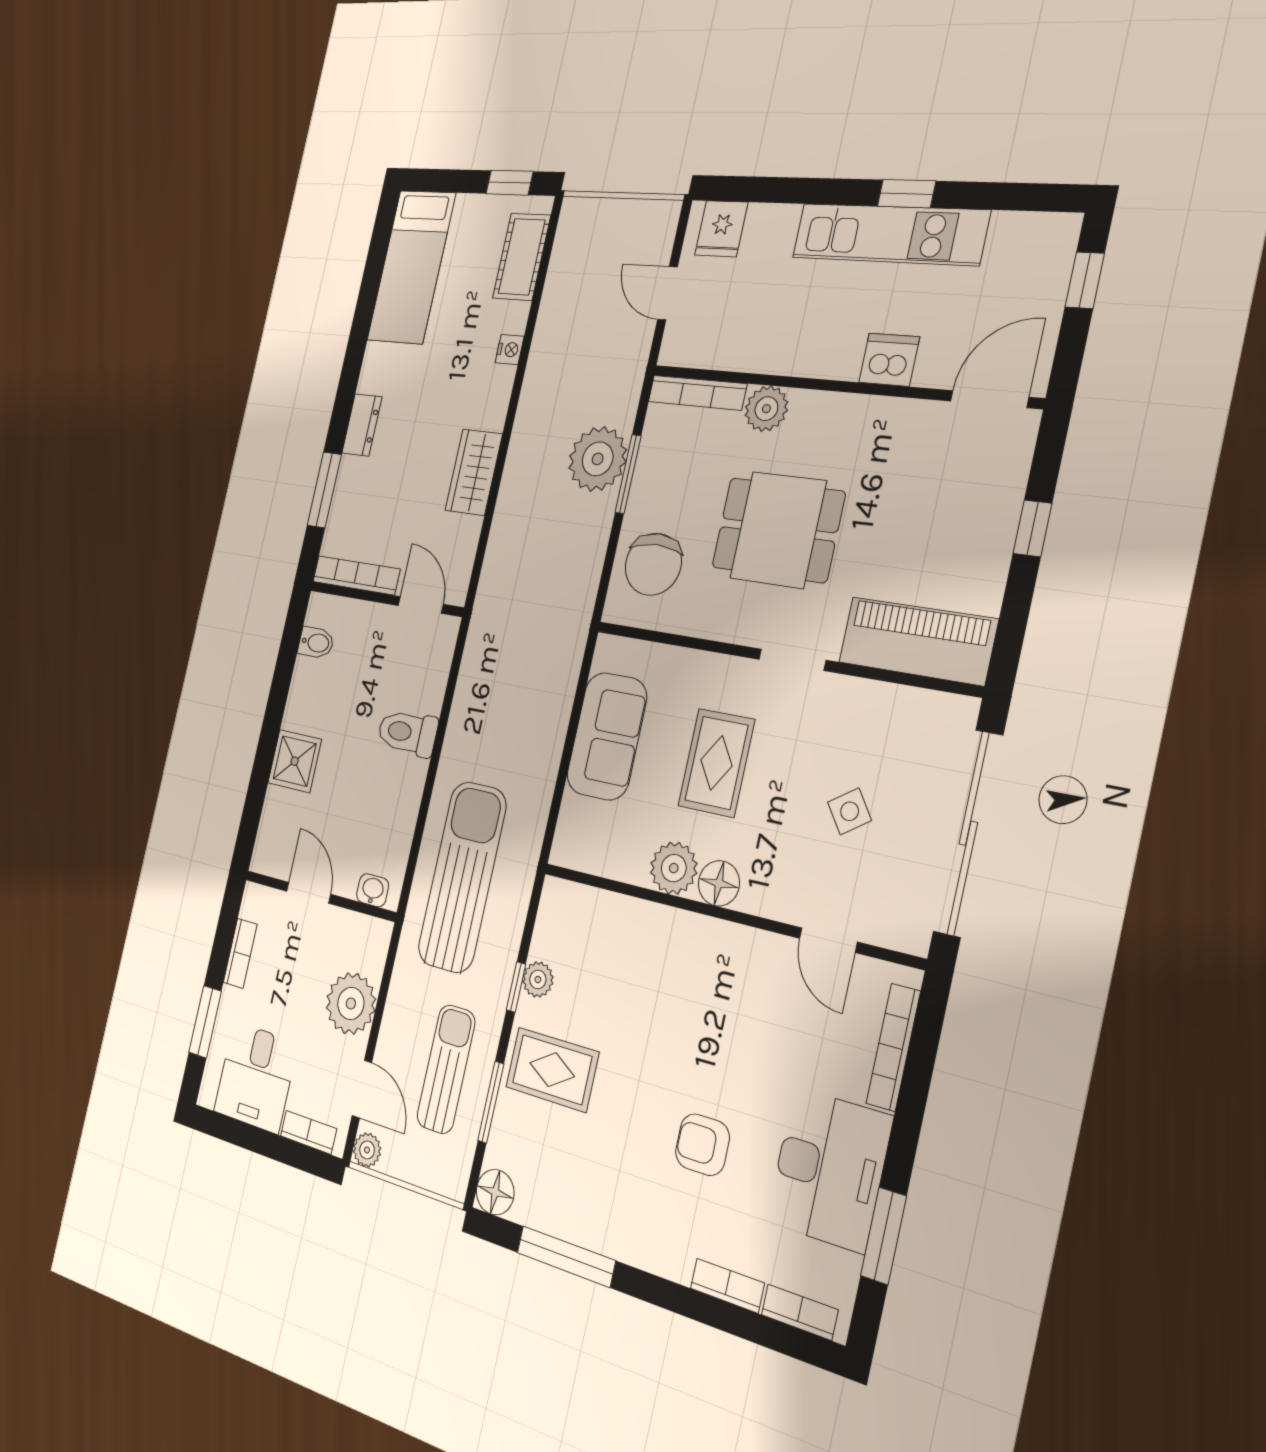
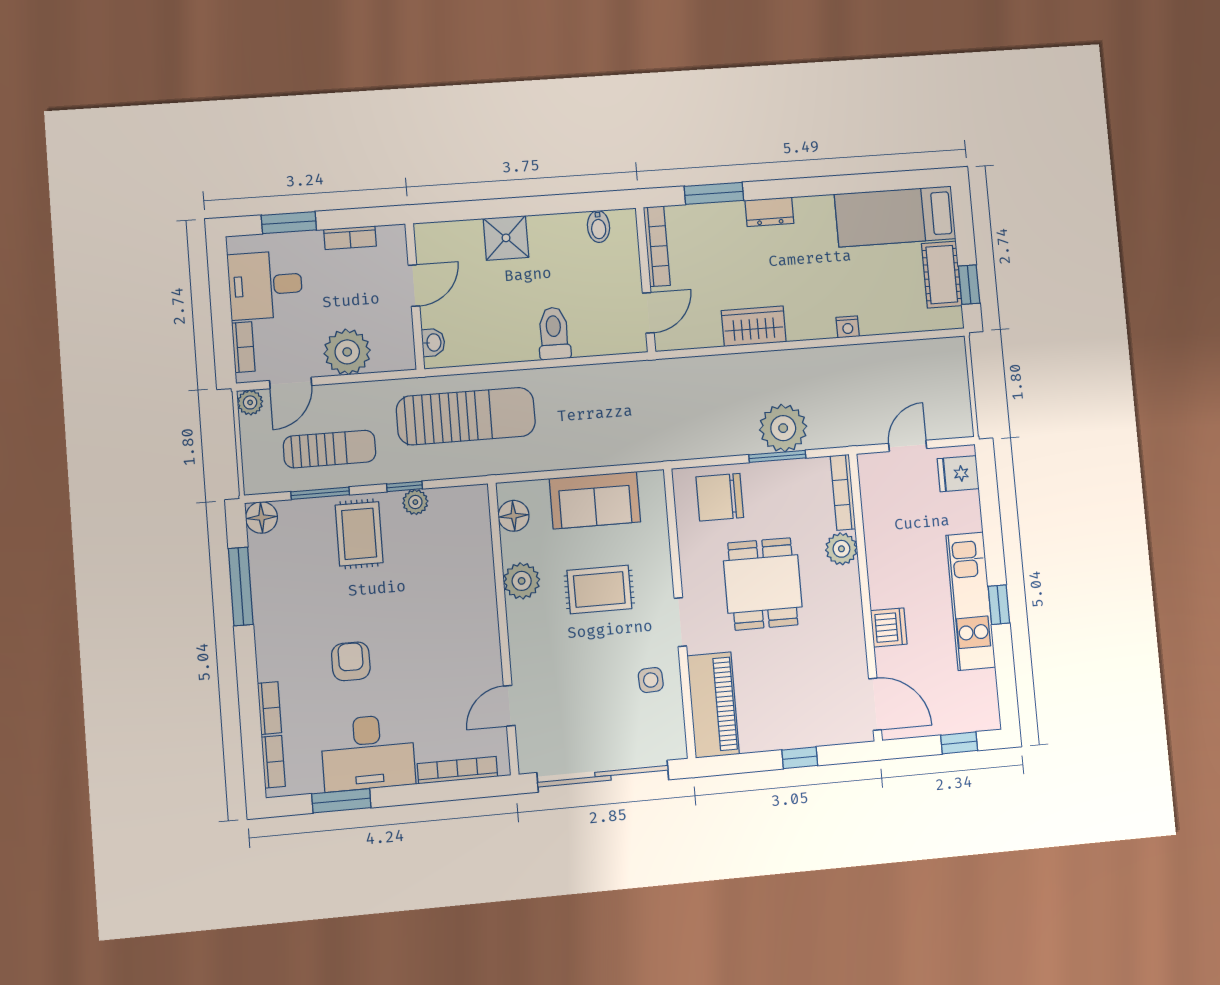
cot: (522, 257) -> (942, 275), moved, turned 90
side table: (850, 811) -> (651, 680), moved, turned 32
floor lamp: (719, 883) -> (514, 516), moved

